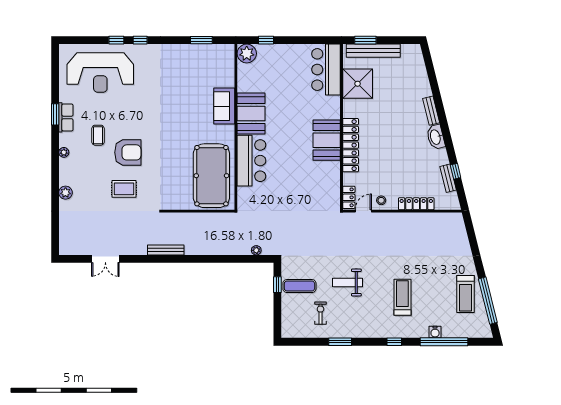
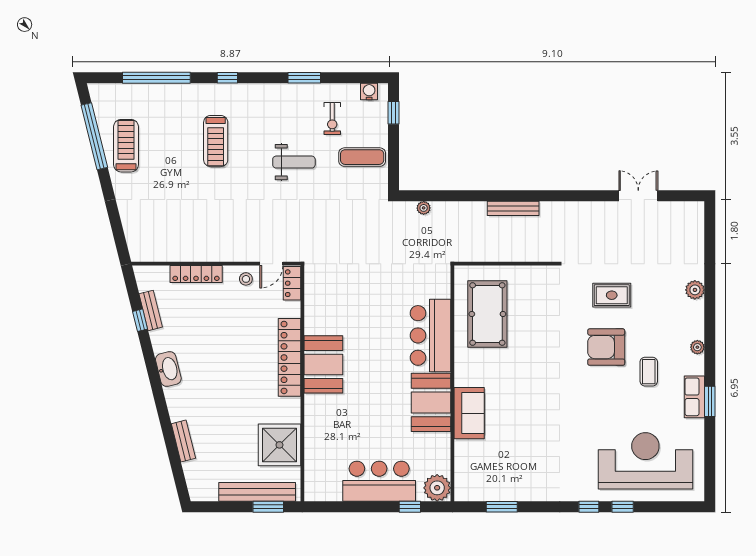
bar counter: (326, 69) -> (379, 481), moved, turned -90
bench: (431, 111) -> (183, 441), moved
pool table: (211, 176) -> (487, 314), width x0.73, depth x0.76
bench: (166, 250) -> (513, 208), moved
window: (277, 285) -> (393, 113), moved
water cooler: (435, 332) -> (369, 92), moved

